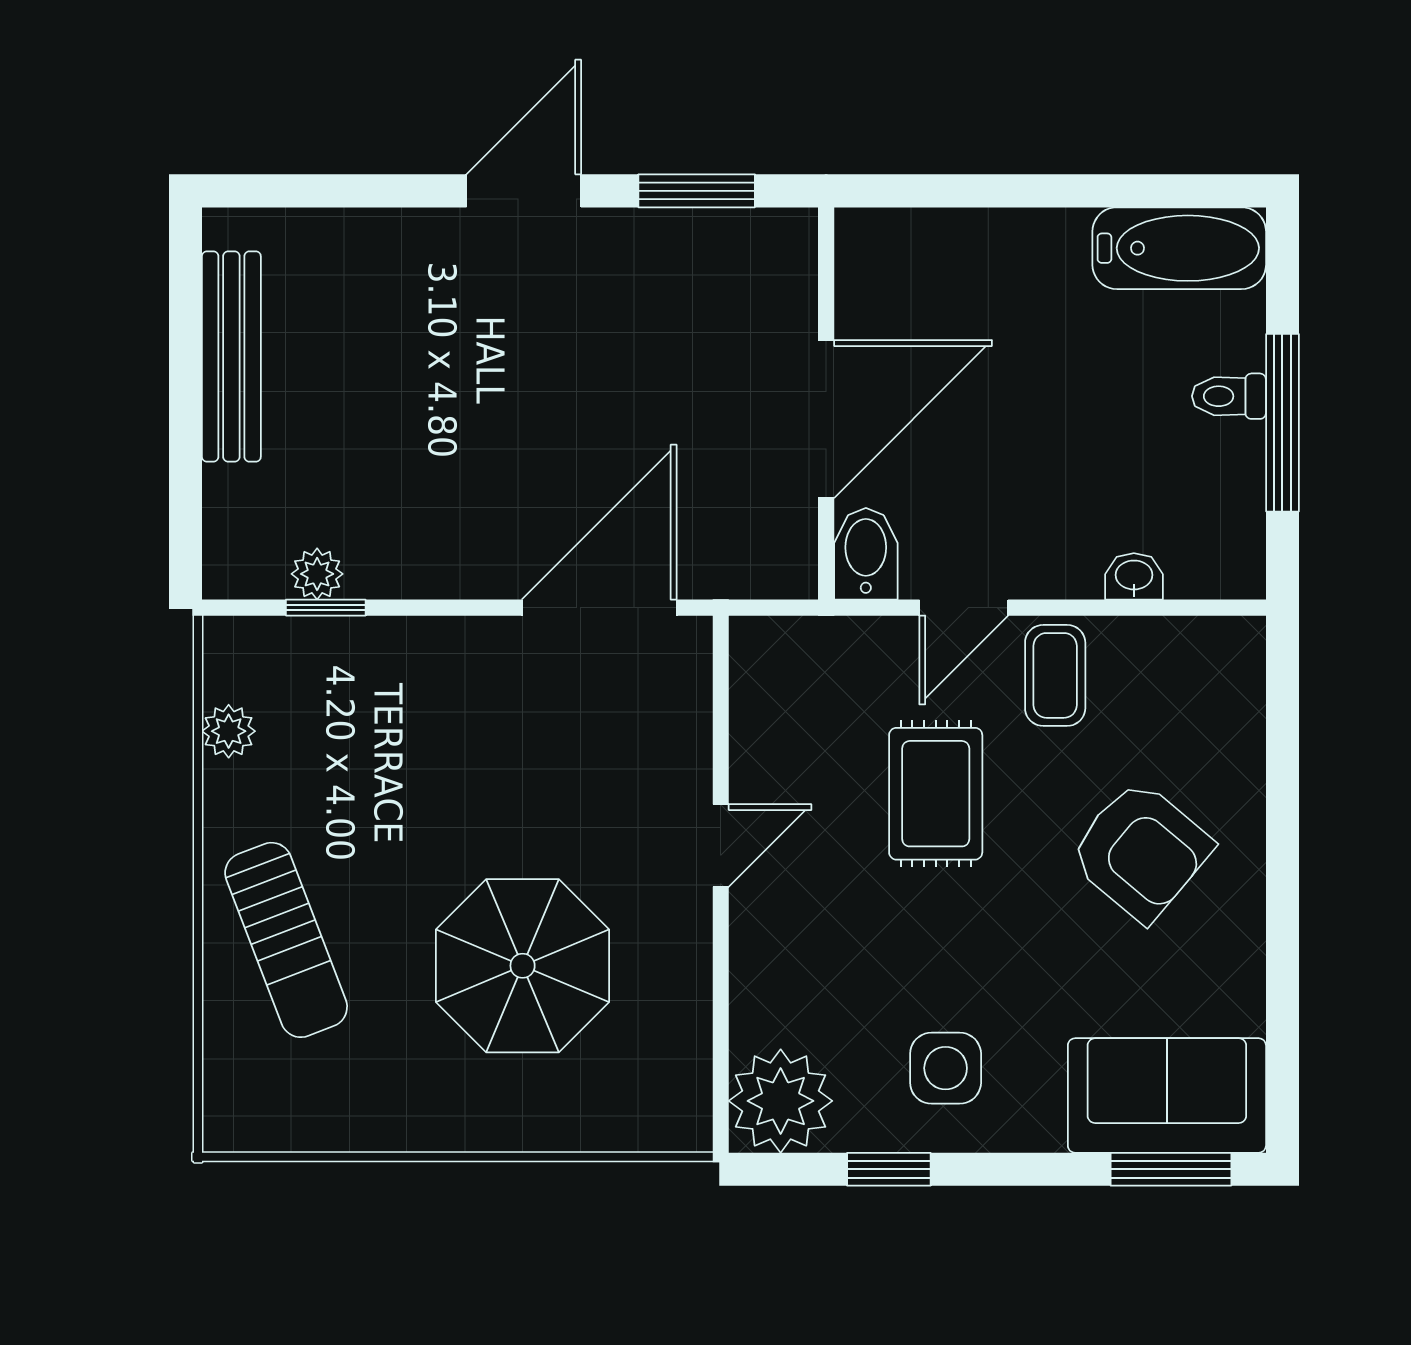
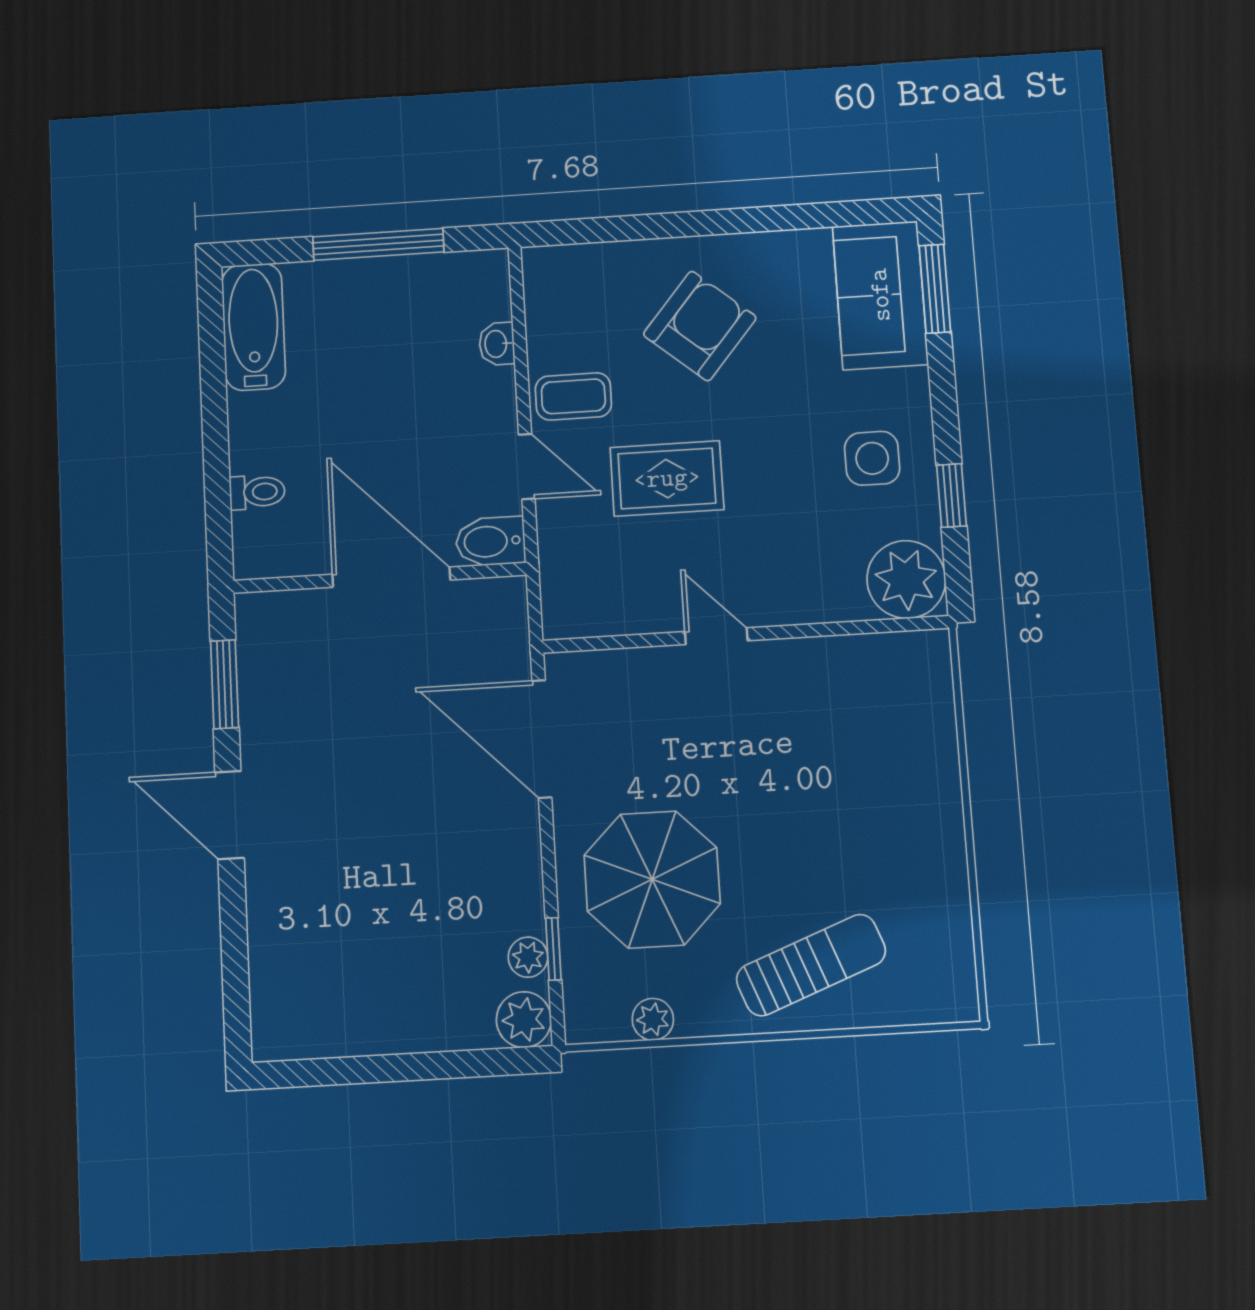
bench: (231, 356) -> (365, 1034), removed
toilet: (1229, 396) -> (257, 492), moved, turned -90
plant: (238, 564) -> (524, 1020), added
parasol: (523, 966) -> (652, 879), moved

